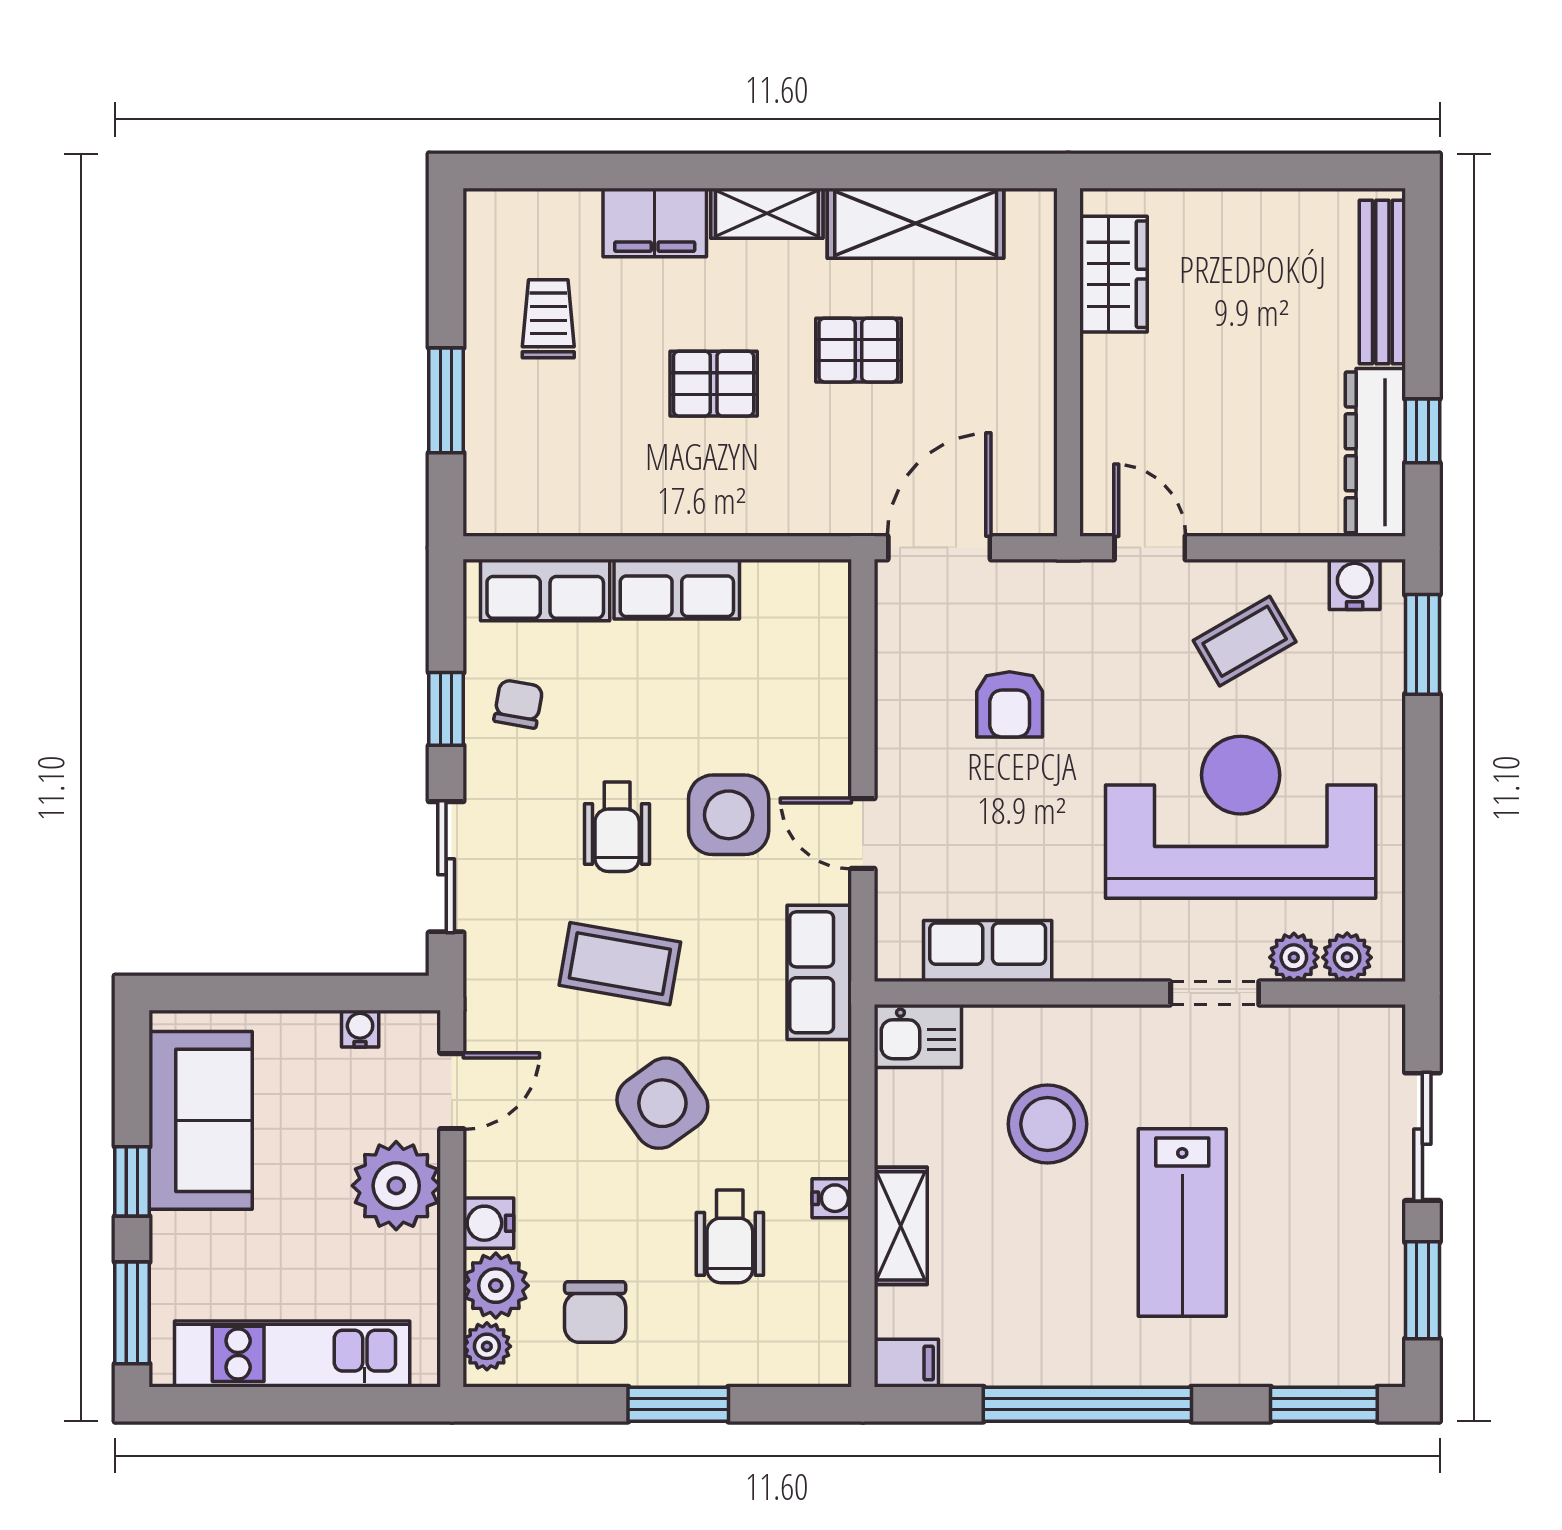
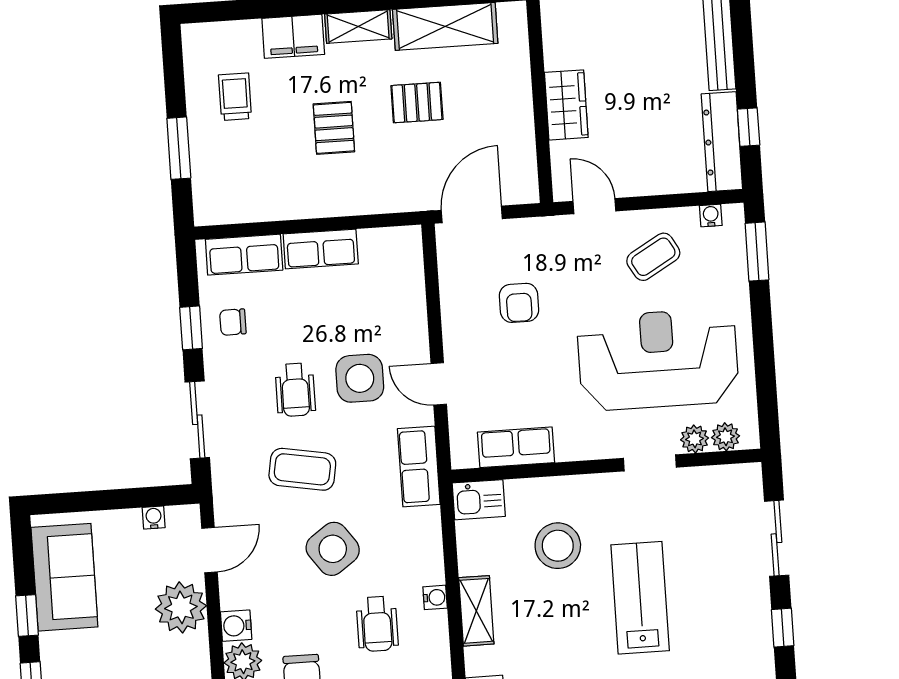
wardrobe: (1114, 274) -> (566, 105), moved
pallet: (714, 384) -> (334, 128), turned 90
water cooler: (1355, 584) -> (711, 216), width x0.72, depth x0.72
chair: (518, 704) -> (233, 322), turned -100
lab bench: (1182, 1223) -> (640, 598), turned 180
window: (1422, 1290) -> (783, 628), width x0.67

